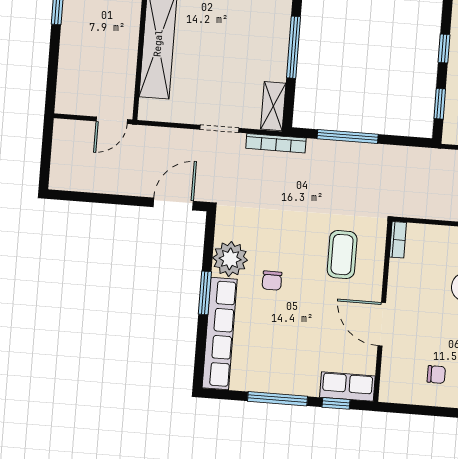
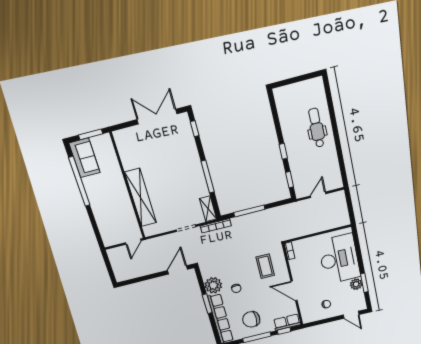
chair: (279, 356) -> (251, 319), added

